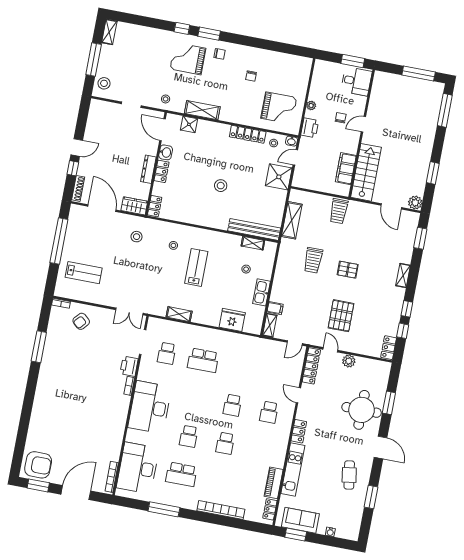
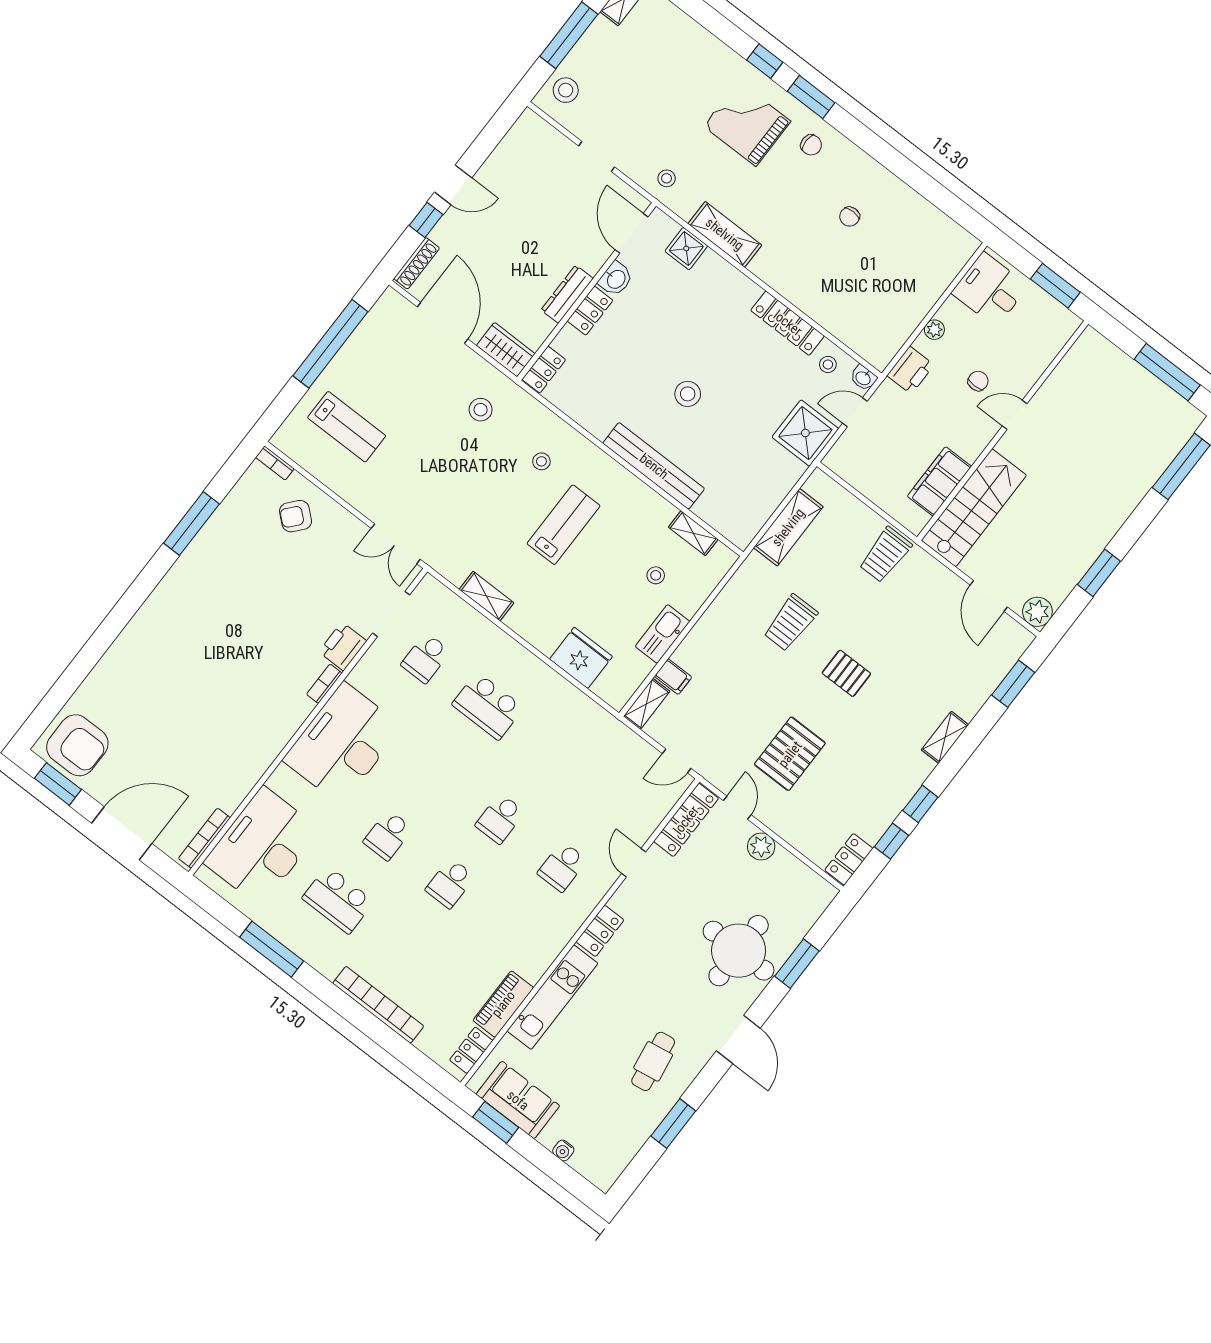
desk: (356, 81) -> (990, 289), moved, turned 180
grand piano: (279, 108) -> (871, 303), removed
bench: (254, 229) -> (654, 466), moved

